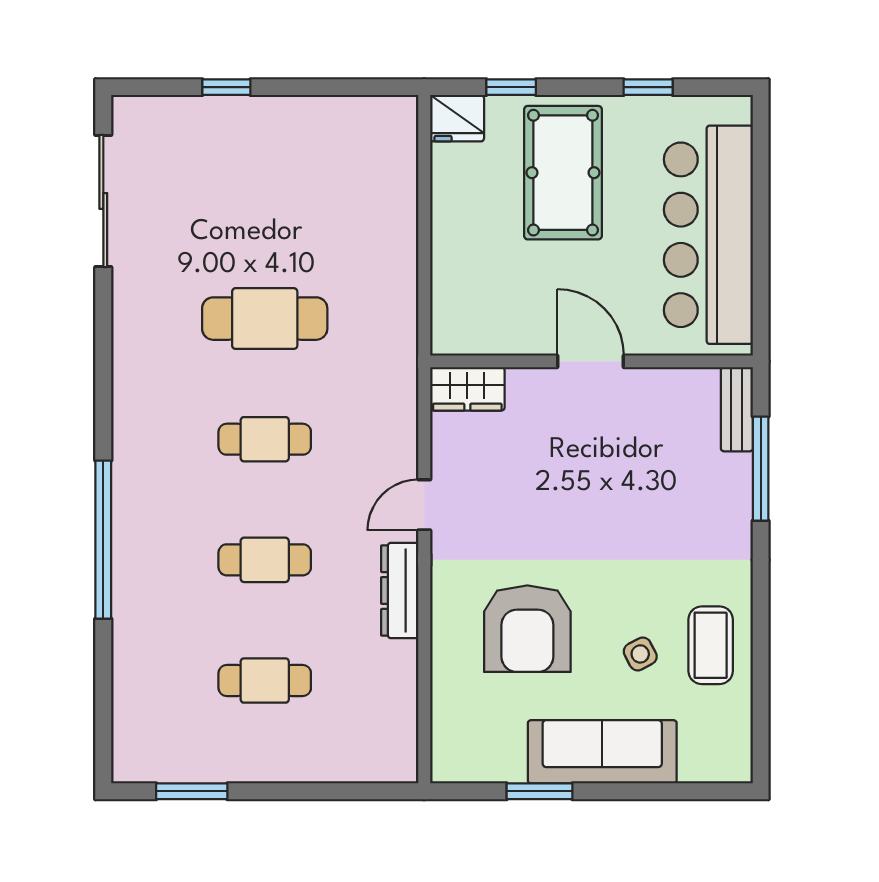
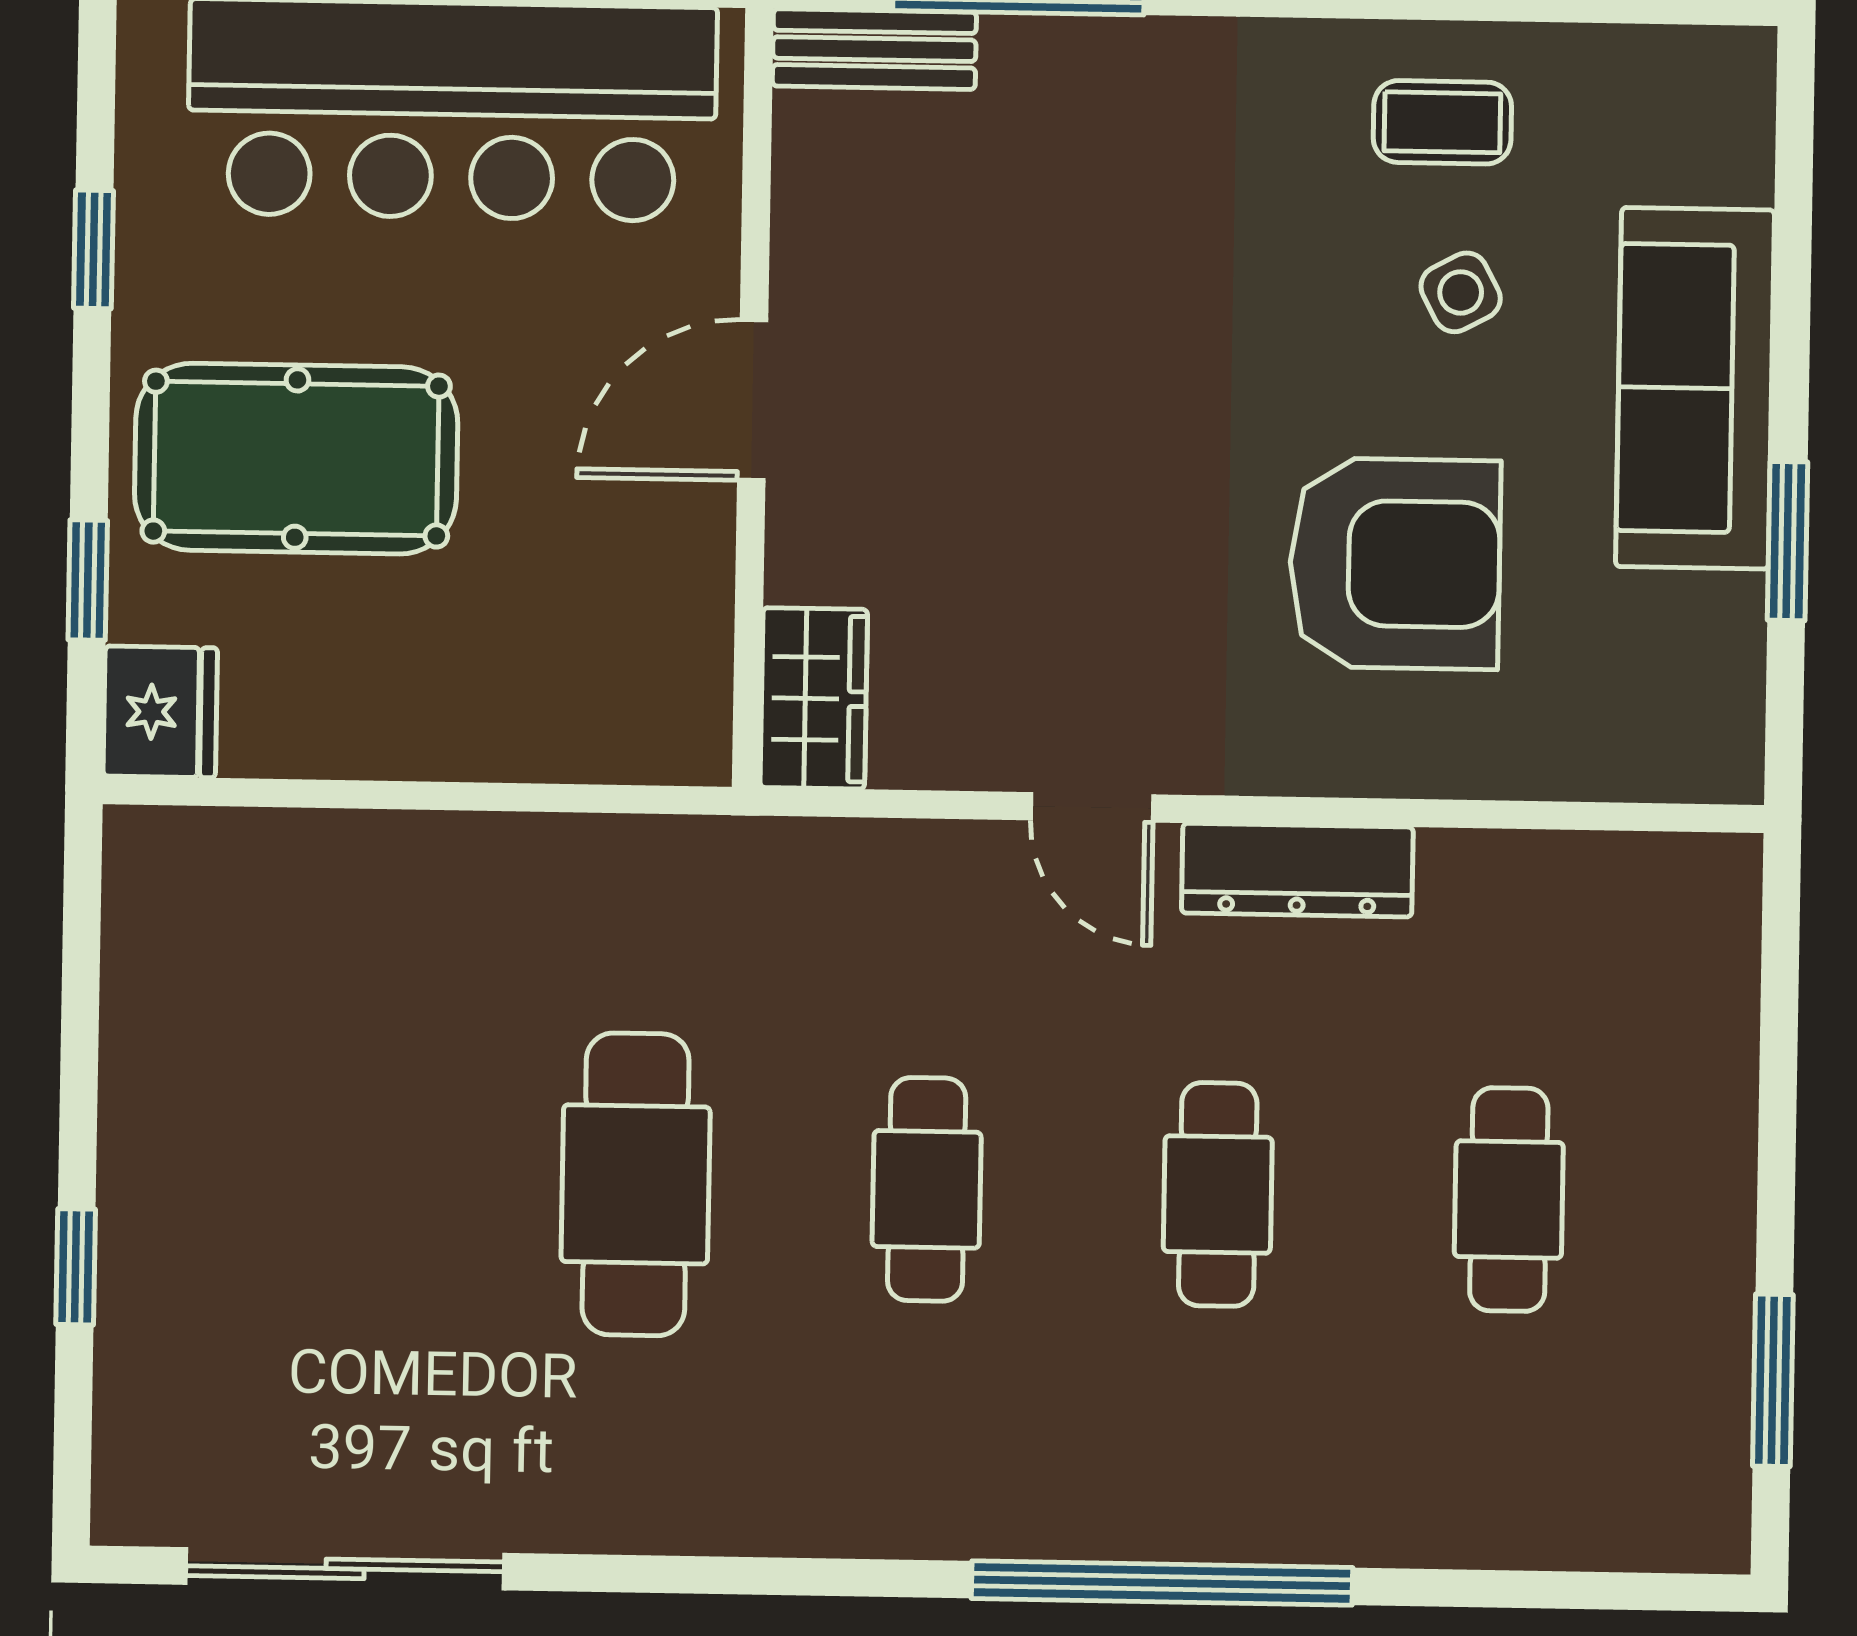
coffee table: (711, 645) -> (1442, 122), width x0.73, depth x0.77

